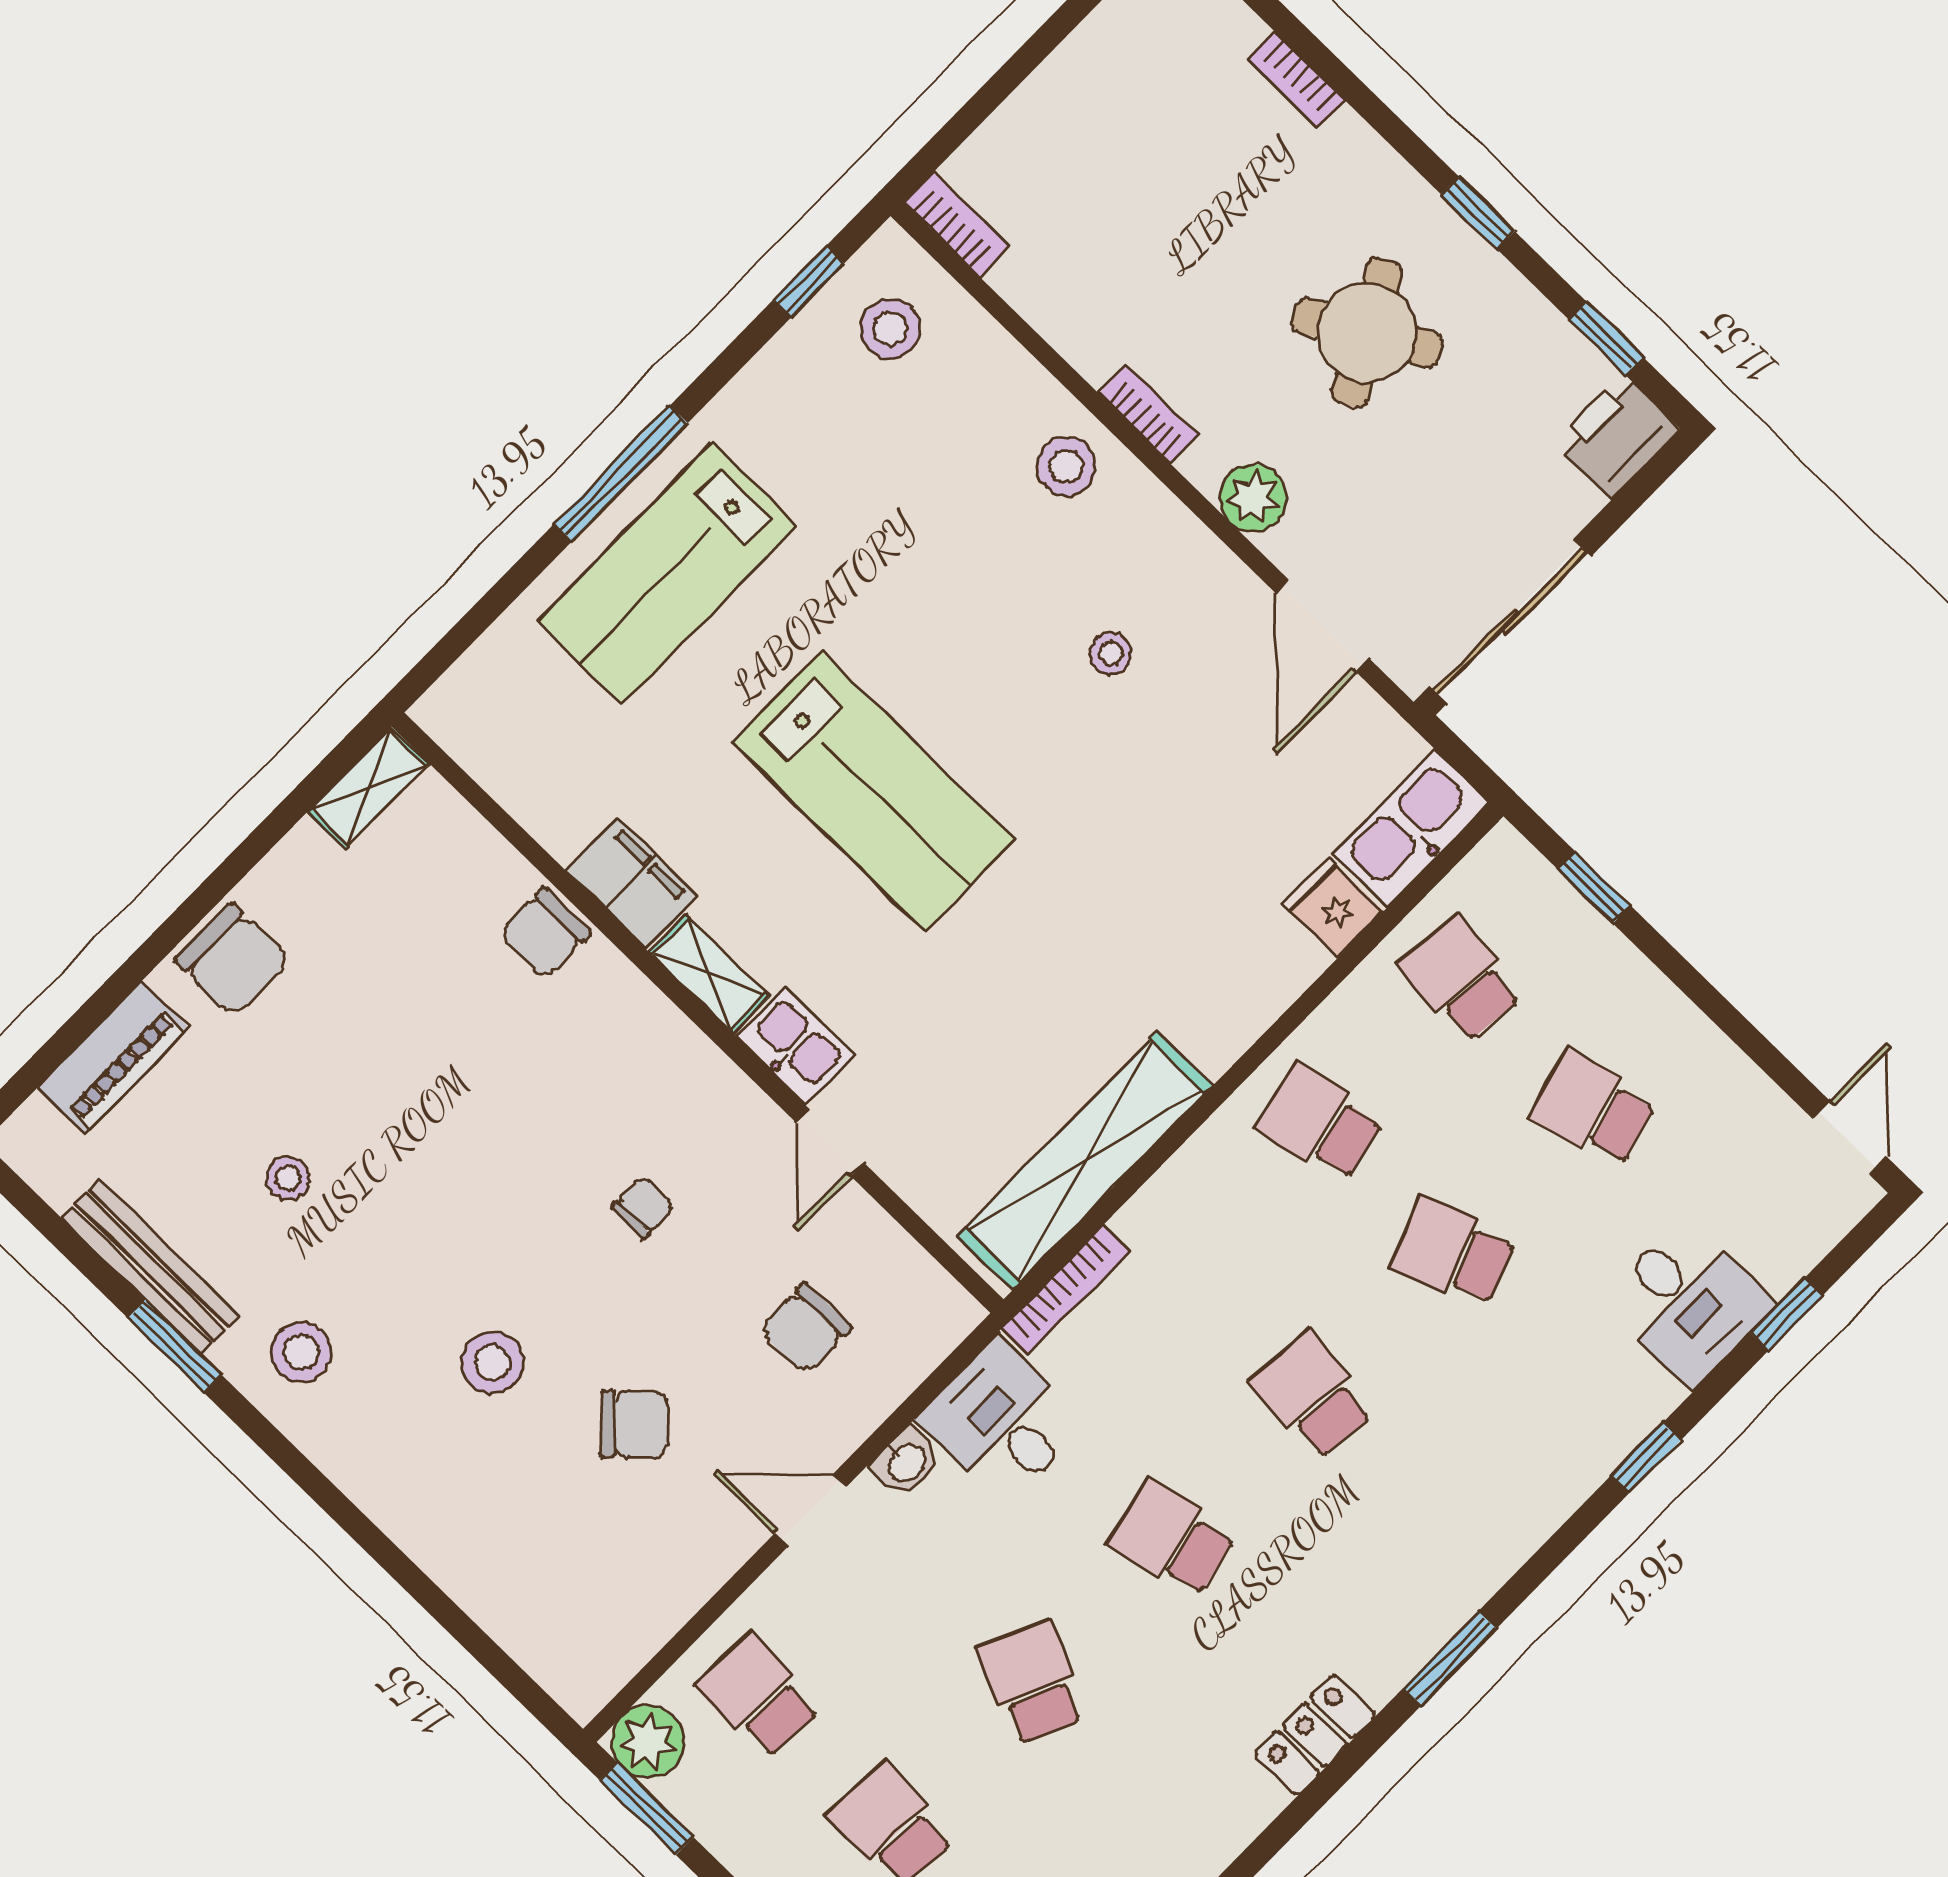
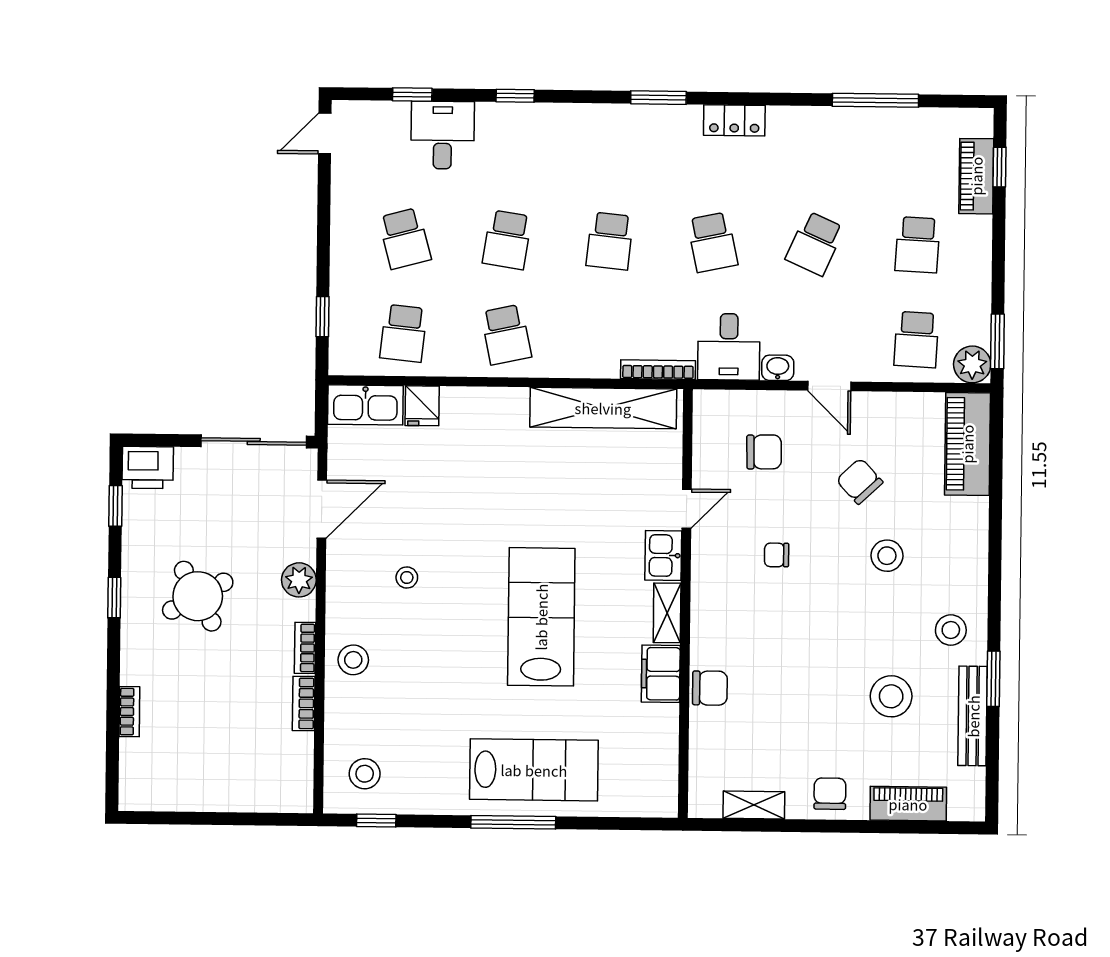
bookcase: (957, 225) -> (304, 703), moved
shelving: (368, 788) -> (754, 805), moved
chair: (233, 960) -> (830, 794), width x0.73, depth x0.73
stool: (288, 1178) -> (891, 696), width x1.89, depth x1.89
school desk: (1453, 1252) -> (507, 240), turned 30
piano: (542, 1627) -> (967, 444), added

